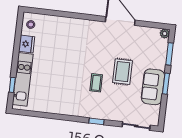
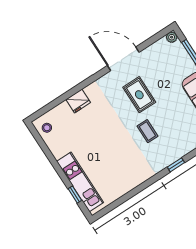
fridge: (27, 44) -> (78, 101), moved, turned 90
rug: (122, 72) -> (139, 95), moved

